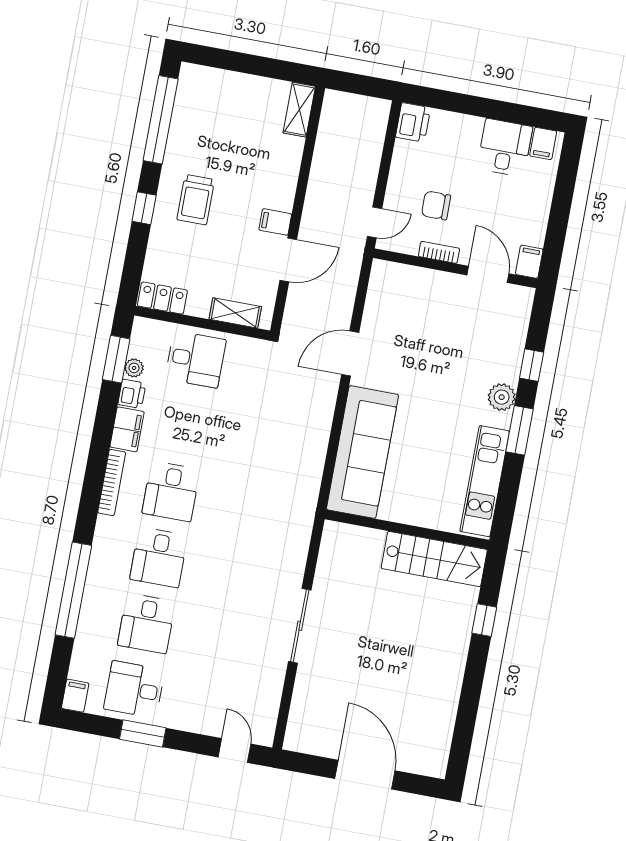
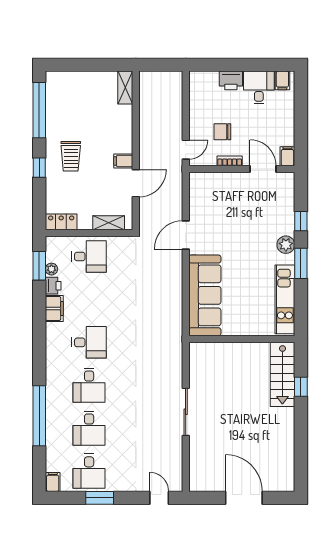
printer: (413, 122) -> (231, 80), moved, turned 90
bookcase: (112, 483) -> (51, 344), removed
desk: (171, 491) -> (89, 342), turned -90
stairs: (434, 559) -> (282, 374), moved, turned 90
desk: (134, 689) -> (89, 471), turned -90

